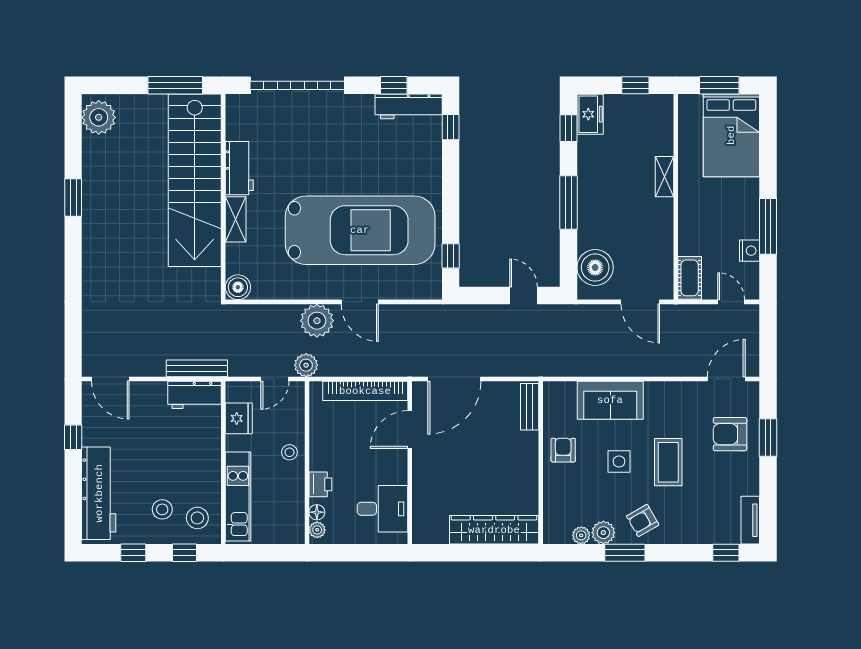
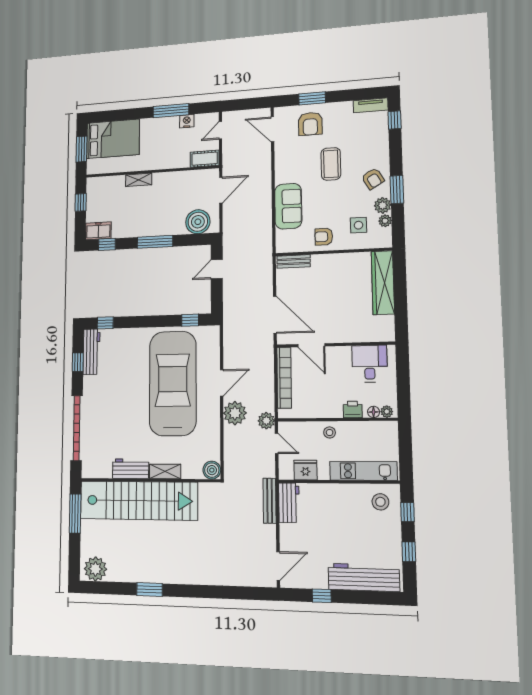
side table: (619, 462) -> (358, 225), moved
coffee table: (668, 462) -> (331, 164), turned 90
stool: (162, 509) -> (375, 529), removed

